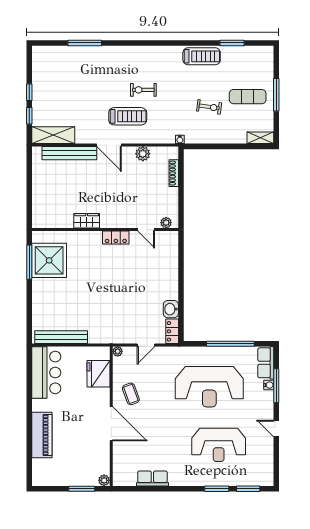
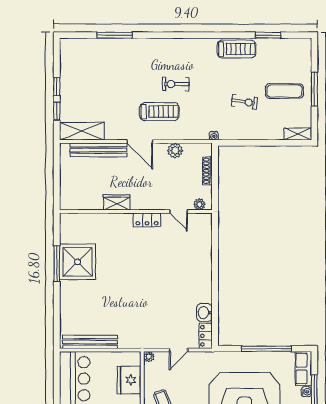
wardrobe: (87, 221) -> (117, 202), moved
plant: (166, 223) -> (199, 204), moved
wall: (105, 230) -> (136, 212), moved
door: (146, 230) -> (179, 212), moved
locker: (116, 238) -> (147, 220), moved

